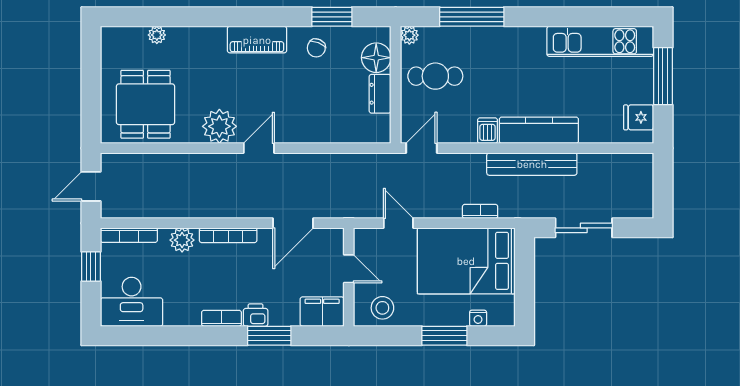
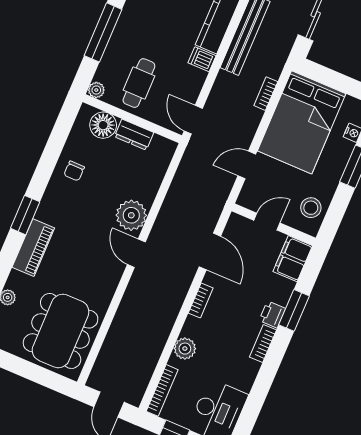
window: (332, 17) -> (25, 215), moved
piano: (257, 40) -> (33, 248), moved
chair: (316, 48) -> (74, 171), turned 68
dining table: (146, 104) -> (61, 331), width x1.38
plant: (219, 126) -> (131, 215), moved
bookcase: (228, 235) -> (201, 300), width x0.64

